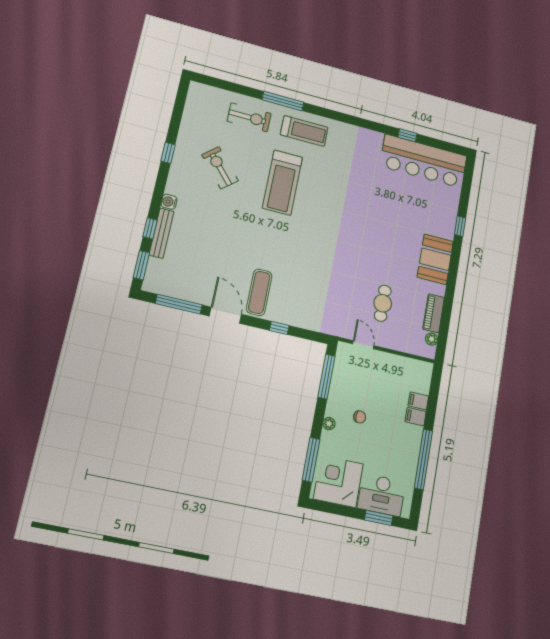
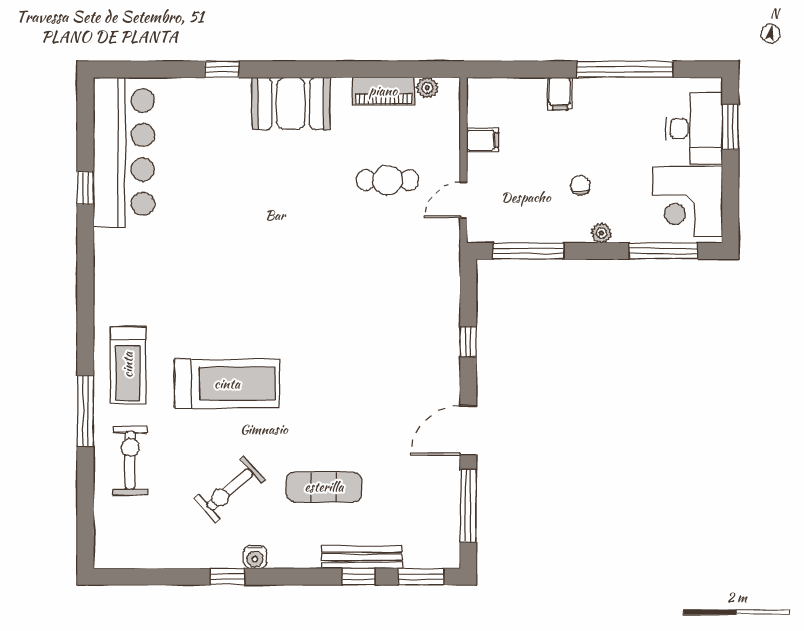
treadmill: (304, 131) -> (128, 365), turned 180
water cooler: (169, 202) -> (255, 557), moved
exercise mat: (259, 292) -> (324, 487), moved
filing cabinet: (418, 401) -> (483, 140), moved, turned -90

